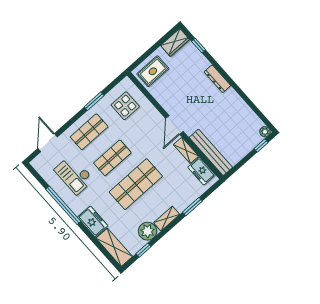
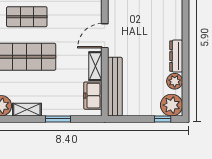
dresser: (217, 79) -> (176, 56), moved
plant: (247, 114) -> (175, 81), added
plant: (265, 132) -> (172, 105), width x1.88, depth x1.88

